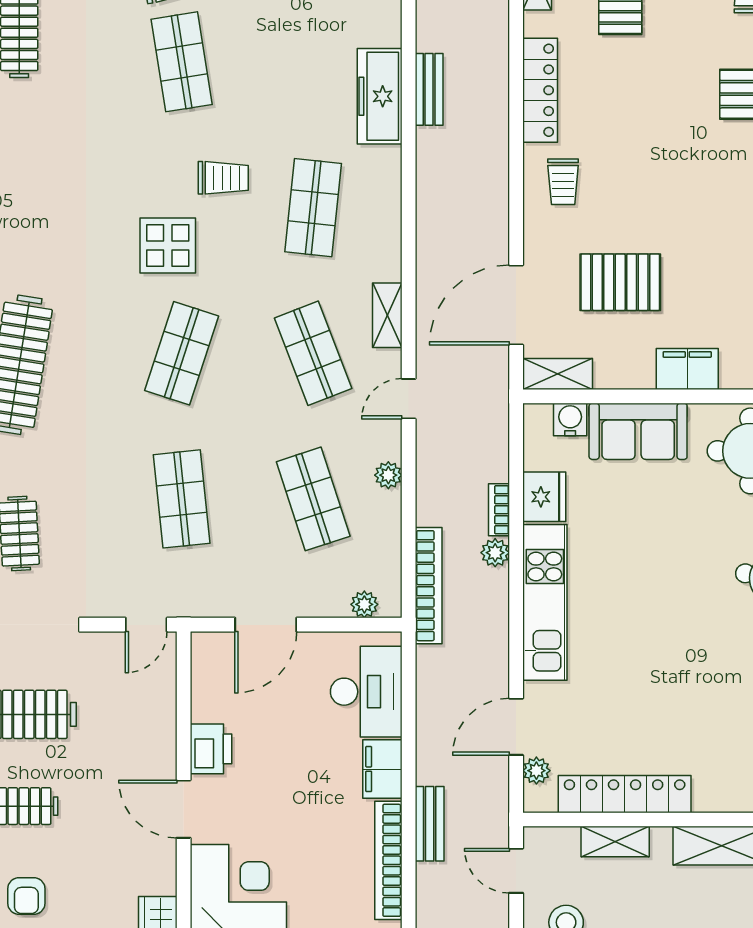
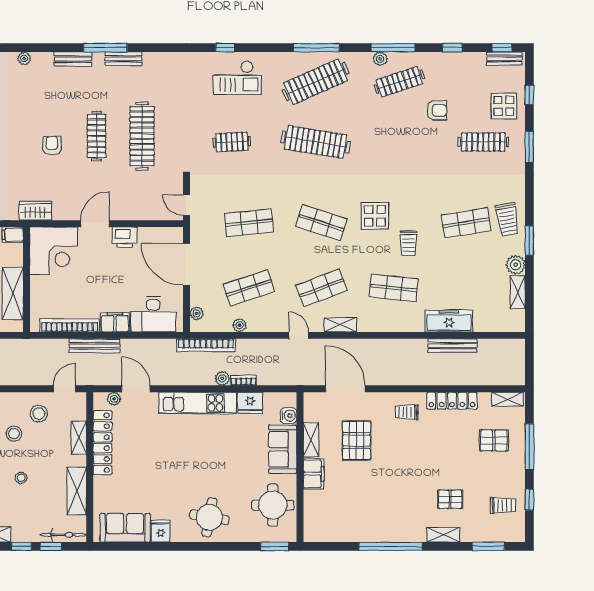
bench: (429, 89) -> (452, 346), width x1.36
shelving: (558, 374) -> (311, 440), moved
plant: (388, 475) -> (240, 325), moved
door: (266, 625) -> (187, 264), width x1.36
bench: (430, 824) -> (94, 346), width x1.36
armchair: (26, 896) -> (52, 146), turned 90

